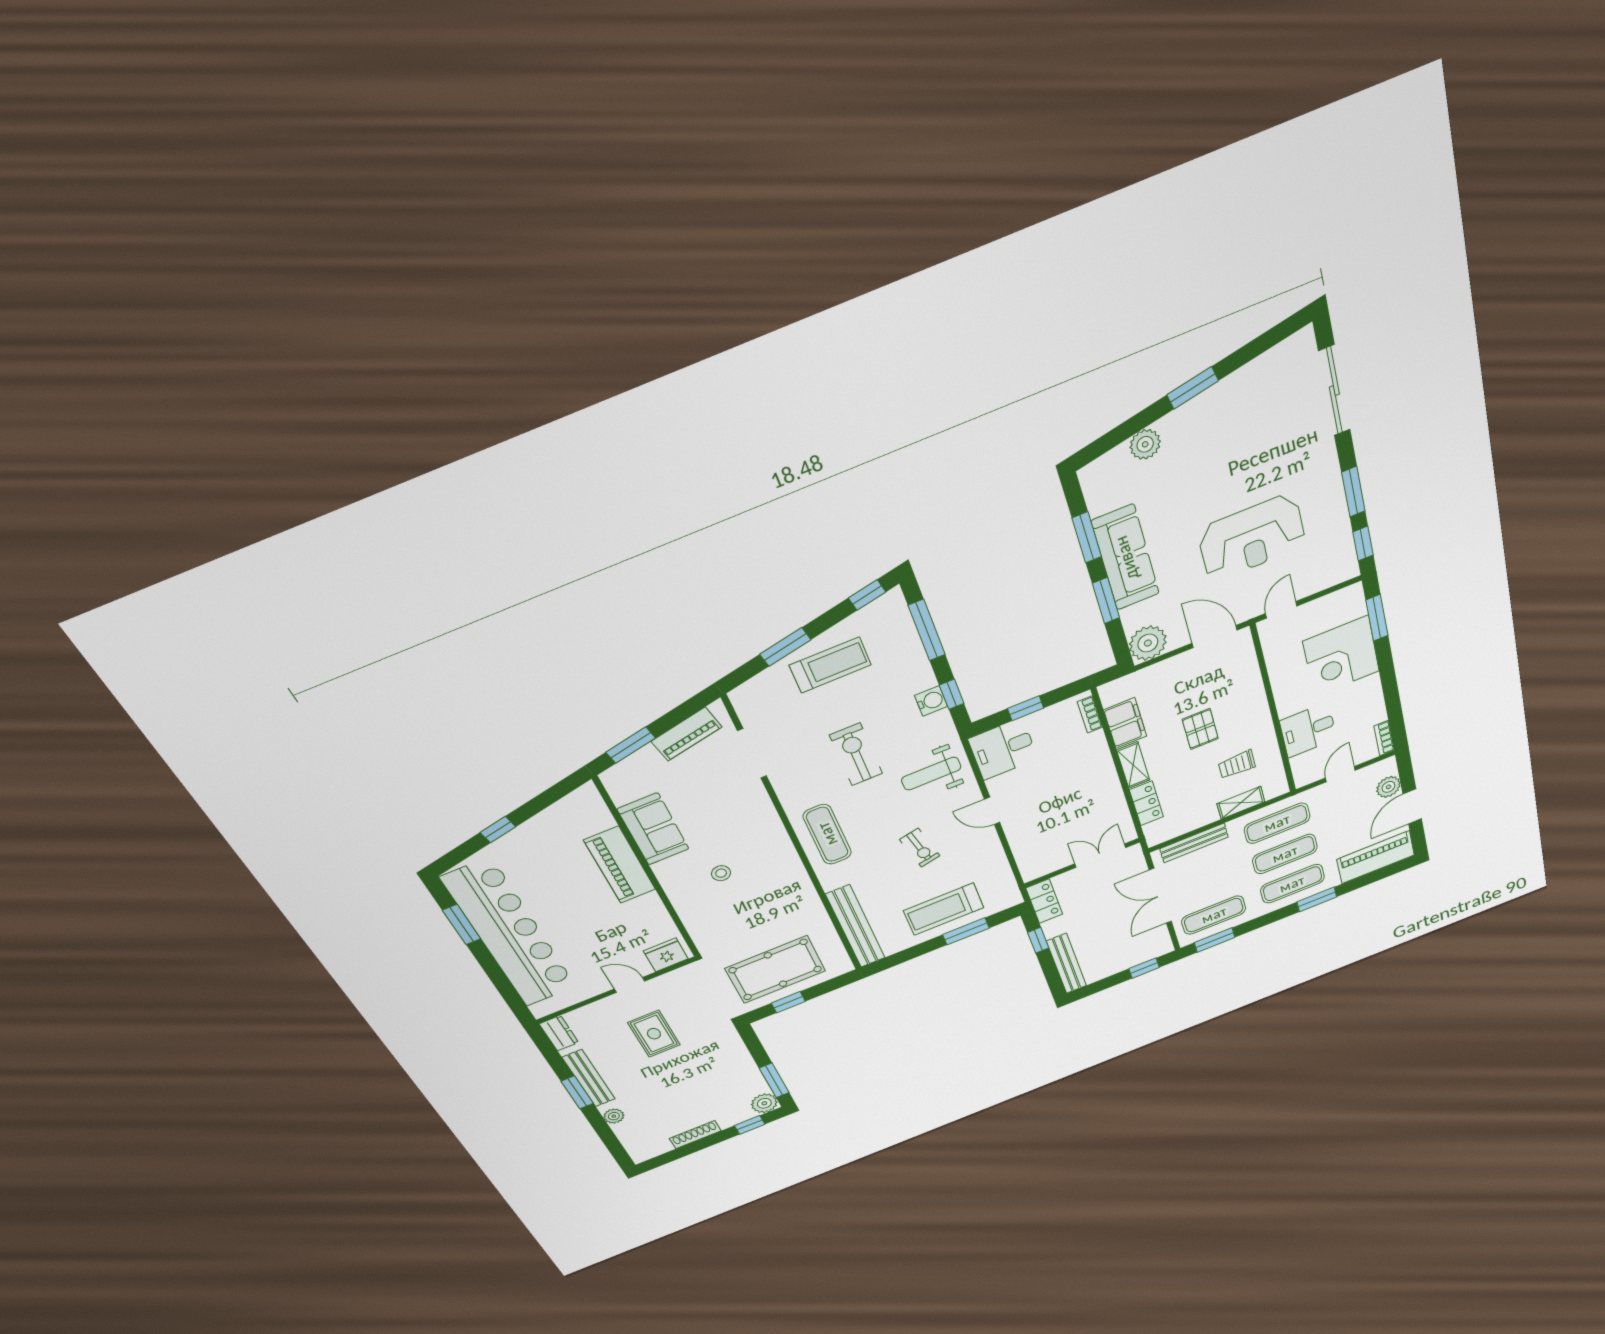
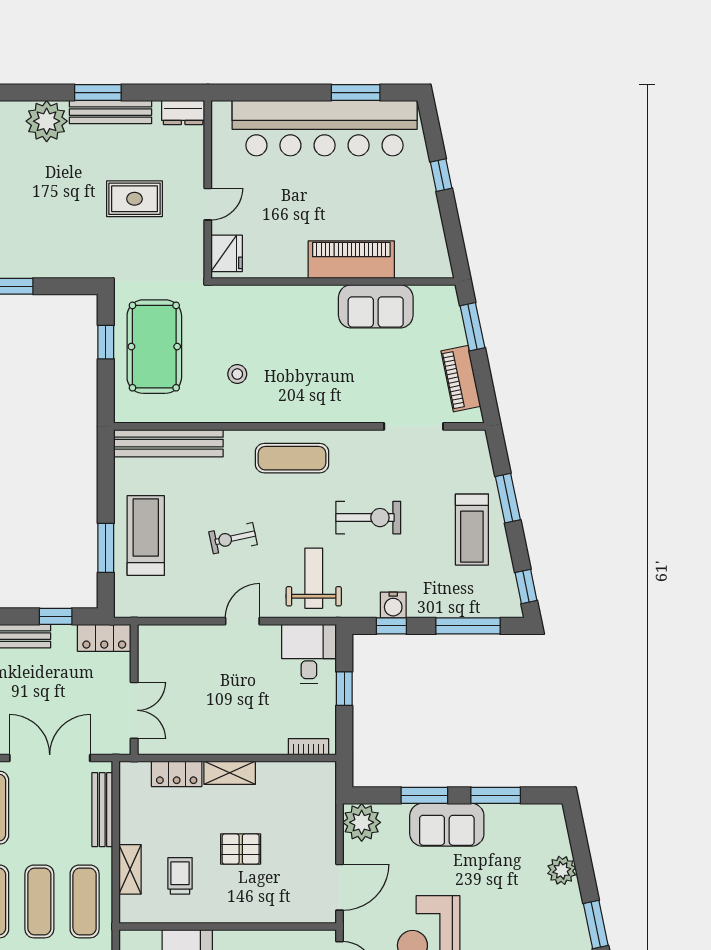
sofa: (1126, 558) -> (447, 825), width x0.73
filing cabinet: (1125, 723) -> (283, 778), removed
stool: (721, 873) -> (237, 374), moved
plant: (614, 1116) -> (47, 121), width x1.87, depth x1.87

